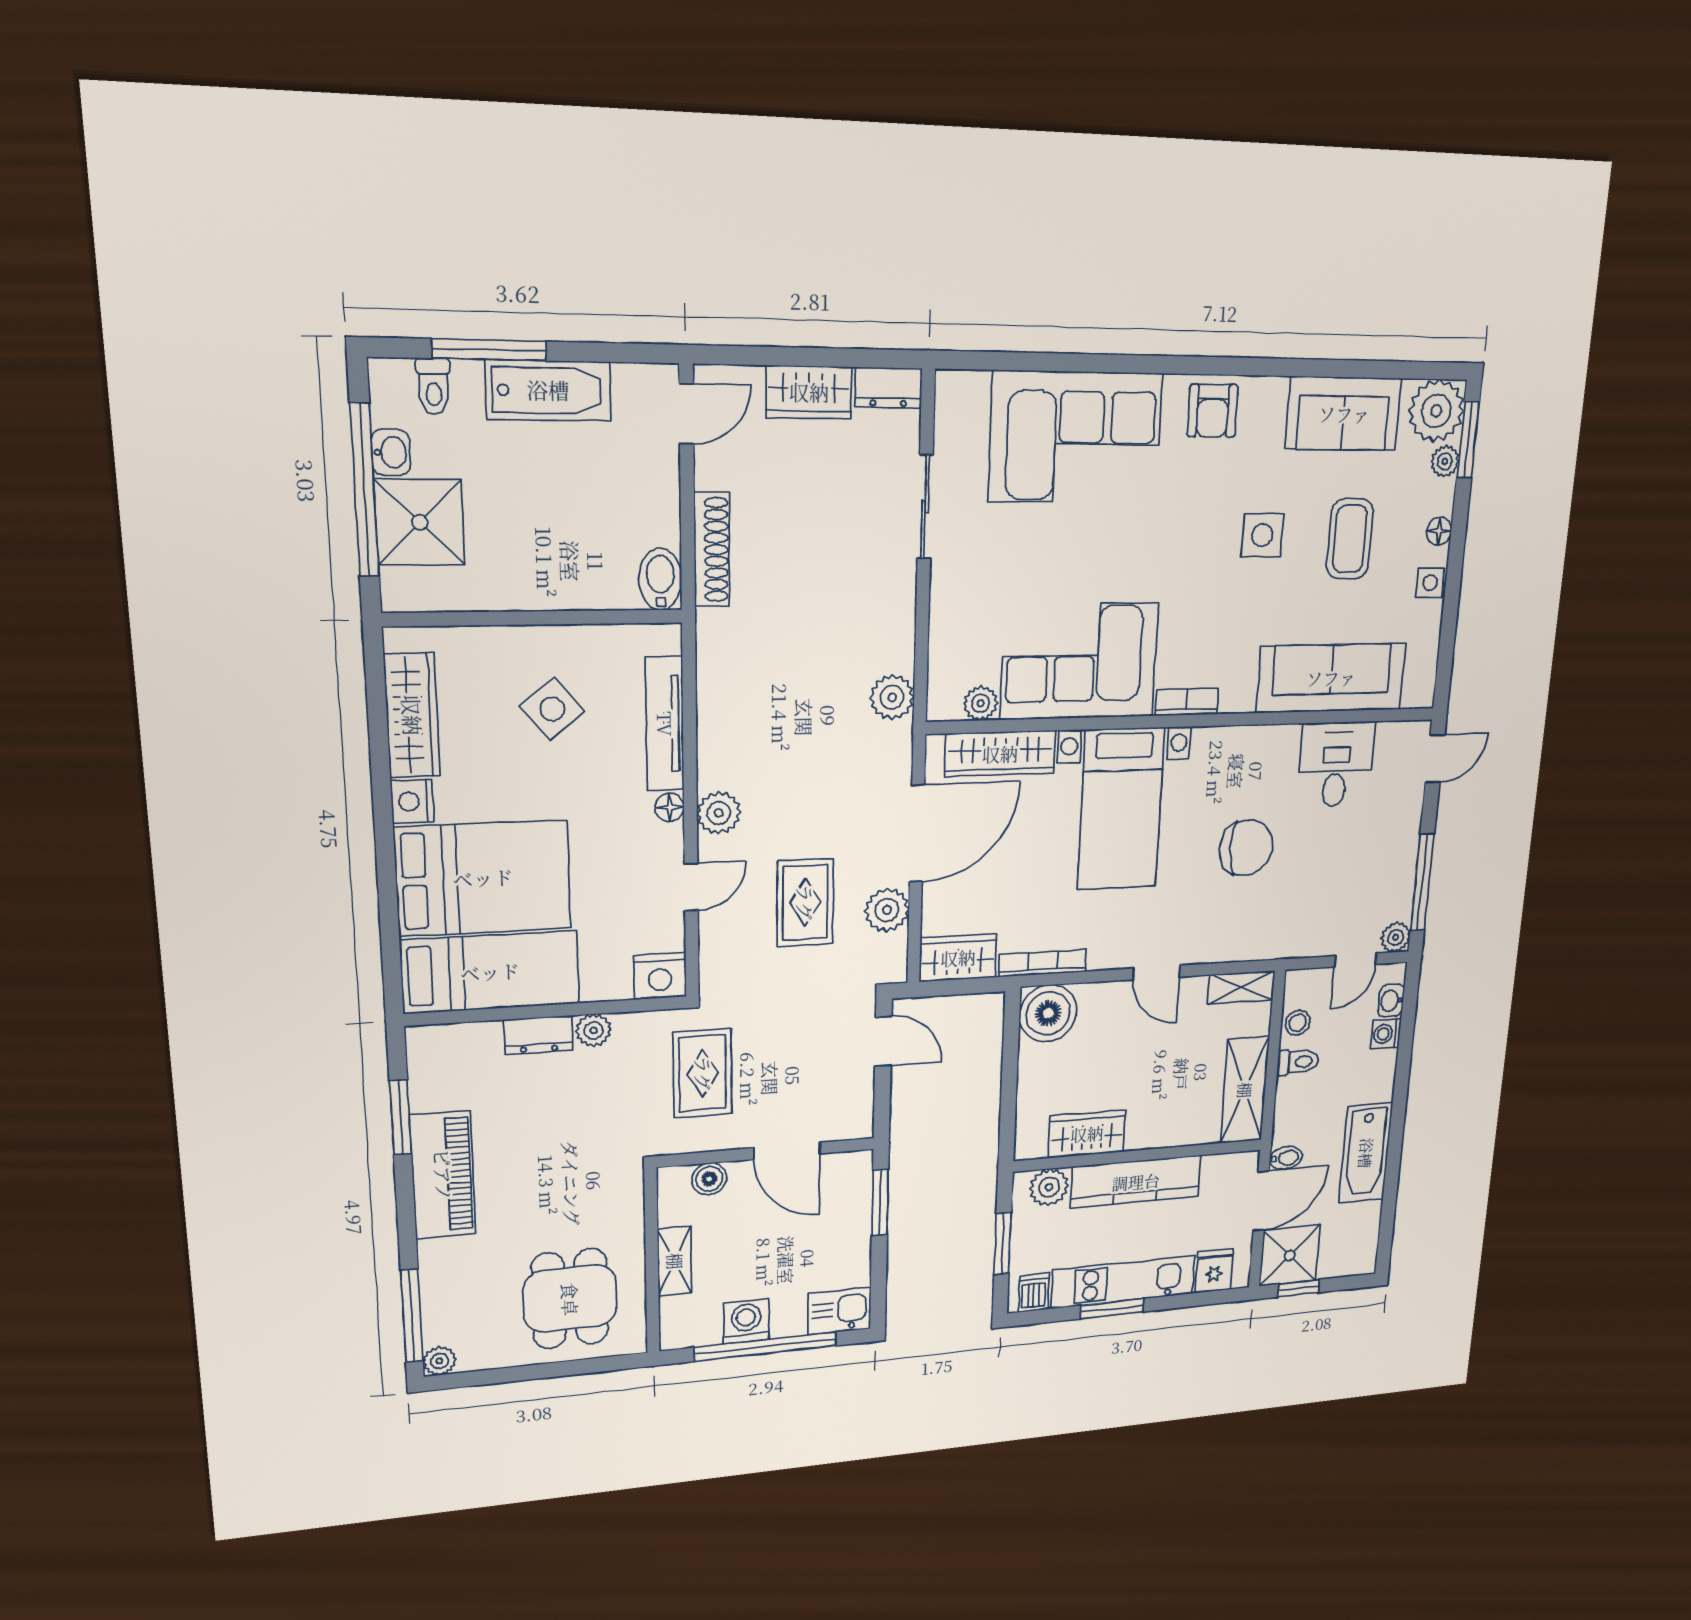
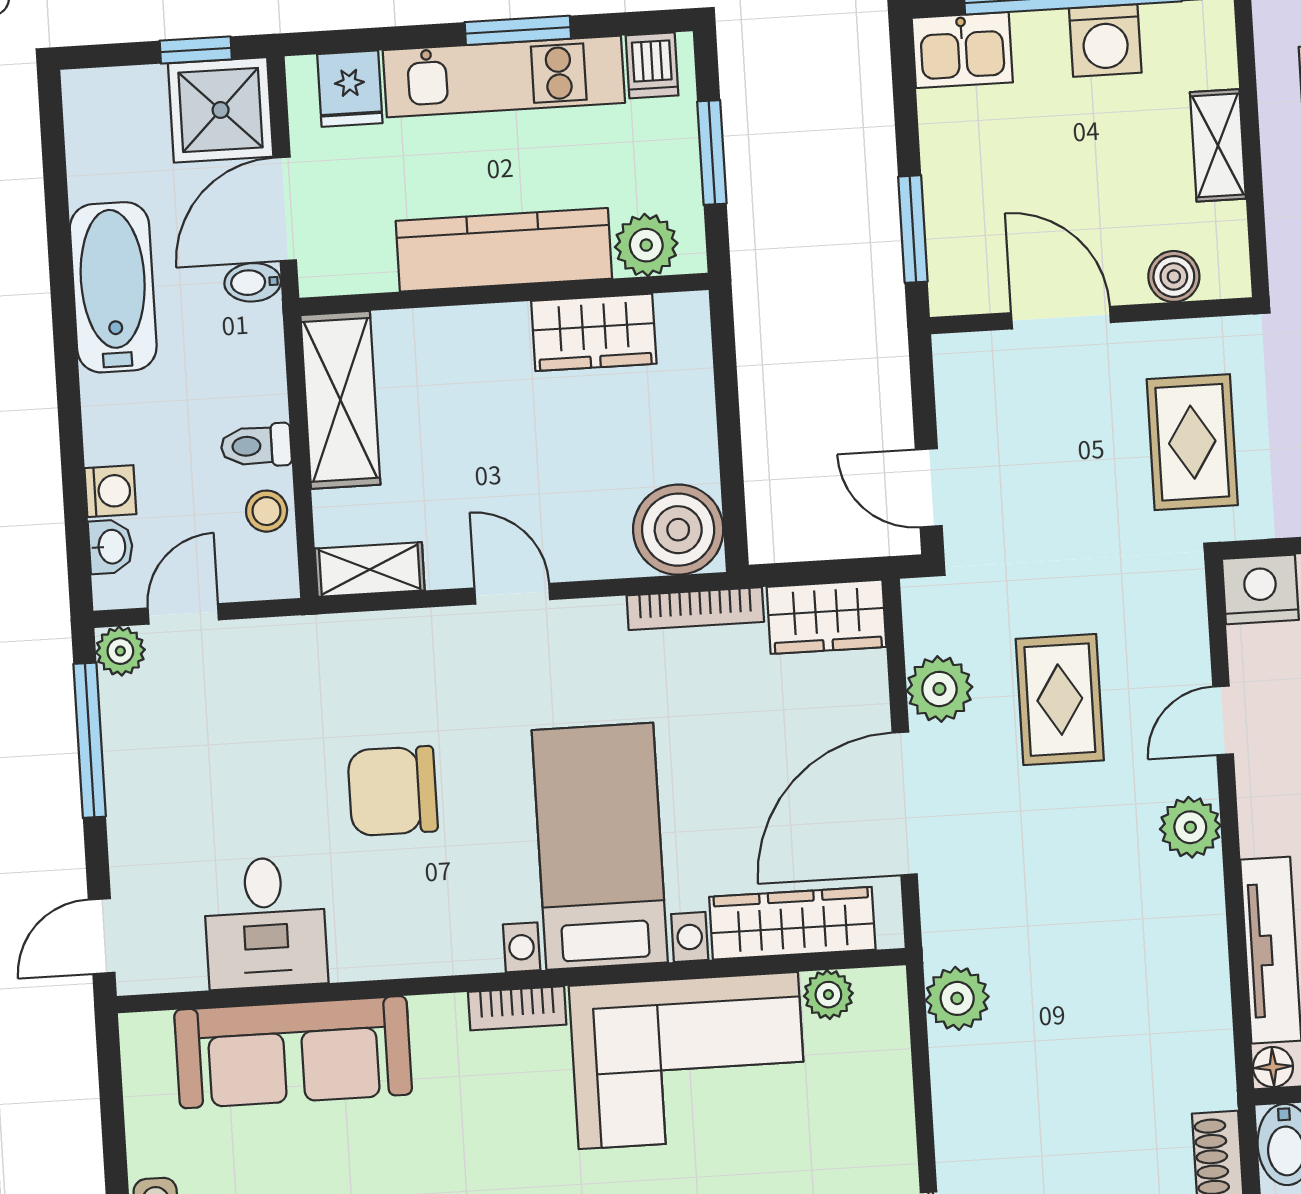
floor lamp: (669, 807) -> (1273, 1067), moved

